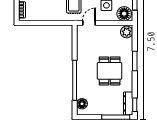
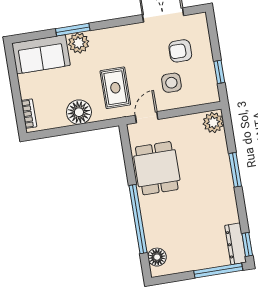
floor lamp: (124, 14) -> (79, 112), moved
dining table: (110, 71) -> (157, 168), moved

